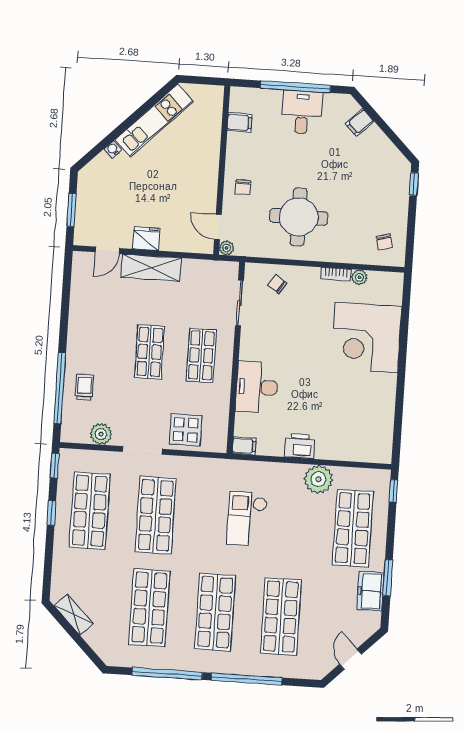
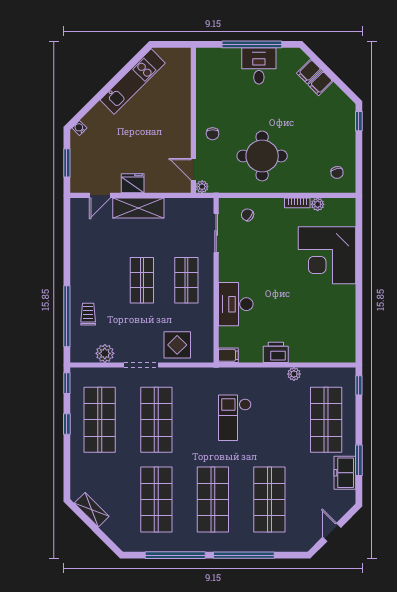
filing cabinet: (240, 122) -> (321, 83), moved, turned 135
water cooler: (113, 149) -> (79, 128), moved
plant: (318, 479) -> (294, 374), width x0.53, depth x0.53

